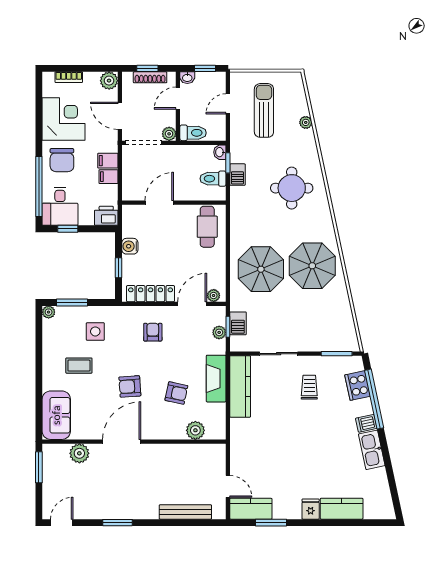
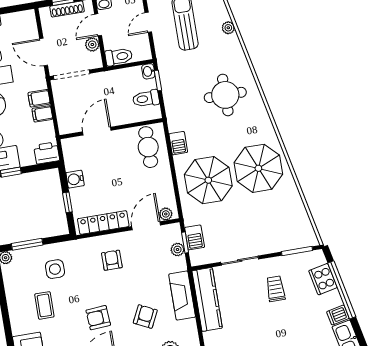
plant: (109, 81) -> (27, 19), removed
plant: (169, 134) -> (92, 45), moved
barbecue: (237, 175) -> (178, 143), moved
coffee table: (79, 366) -> (44, 305), turned 90
armchair: (176, 393) -> (145, 316), turned -76

